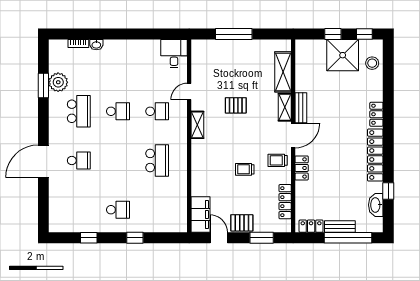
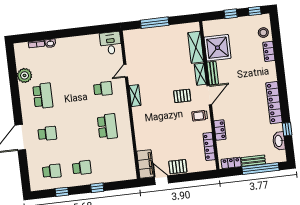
shower: (343, 55) -> (217, 48), moved
window: (43, 85) -> (13, 79), removed
pallet: (236, 105) -> (182, 96), moved
school desk: (118, 111) -> (52, 171), moved
locker: (376, 114) -> (269, 51), moved
locker: (302, 168) -> (220, 130), moved
trolley: (245, 169) -> (175, 125), removed
window: (262, 238) -> (194, 176), removed

